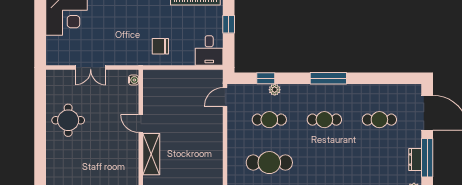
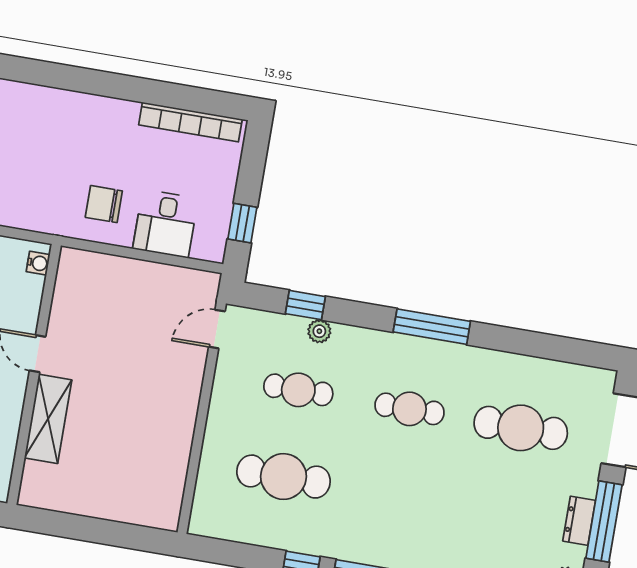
window: (229, 24) -> (242, 223), moved
desk: (209, 51) -> (165, 224), moved
cafe table: (379, 120) -> (521, 428), width x1.37, depth x1.35

